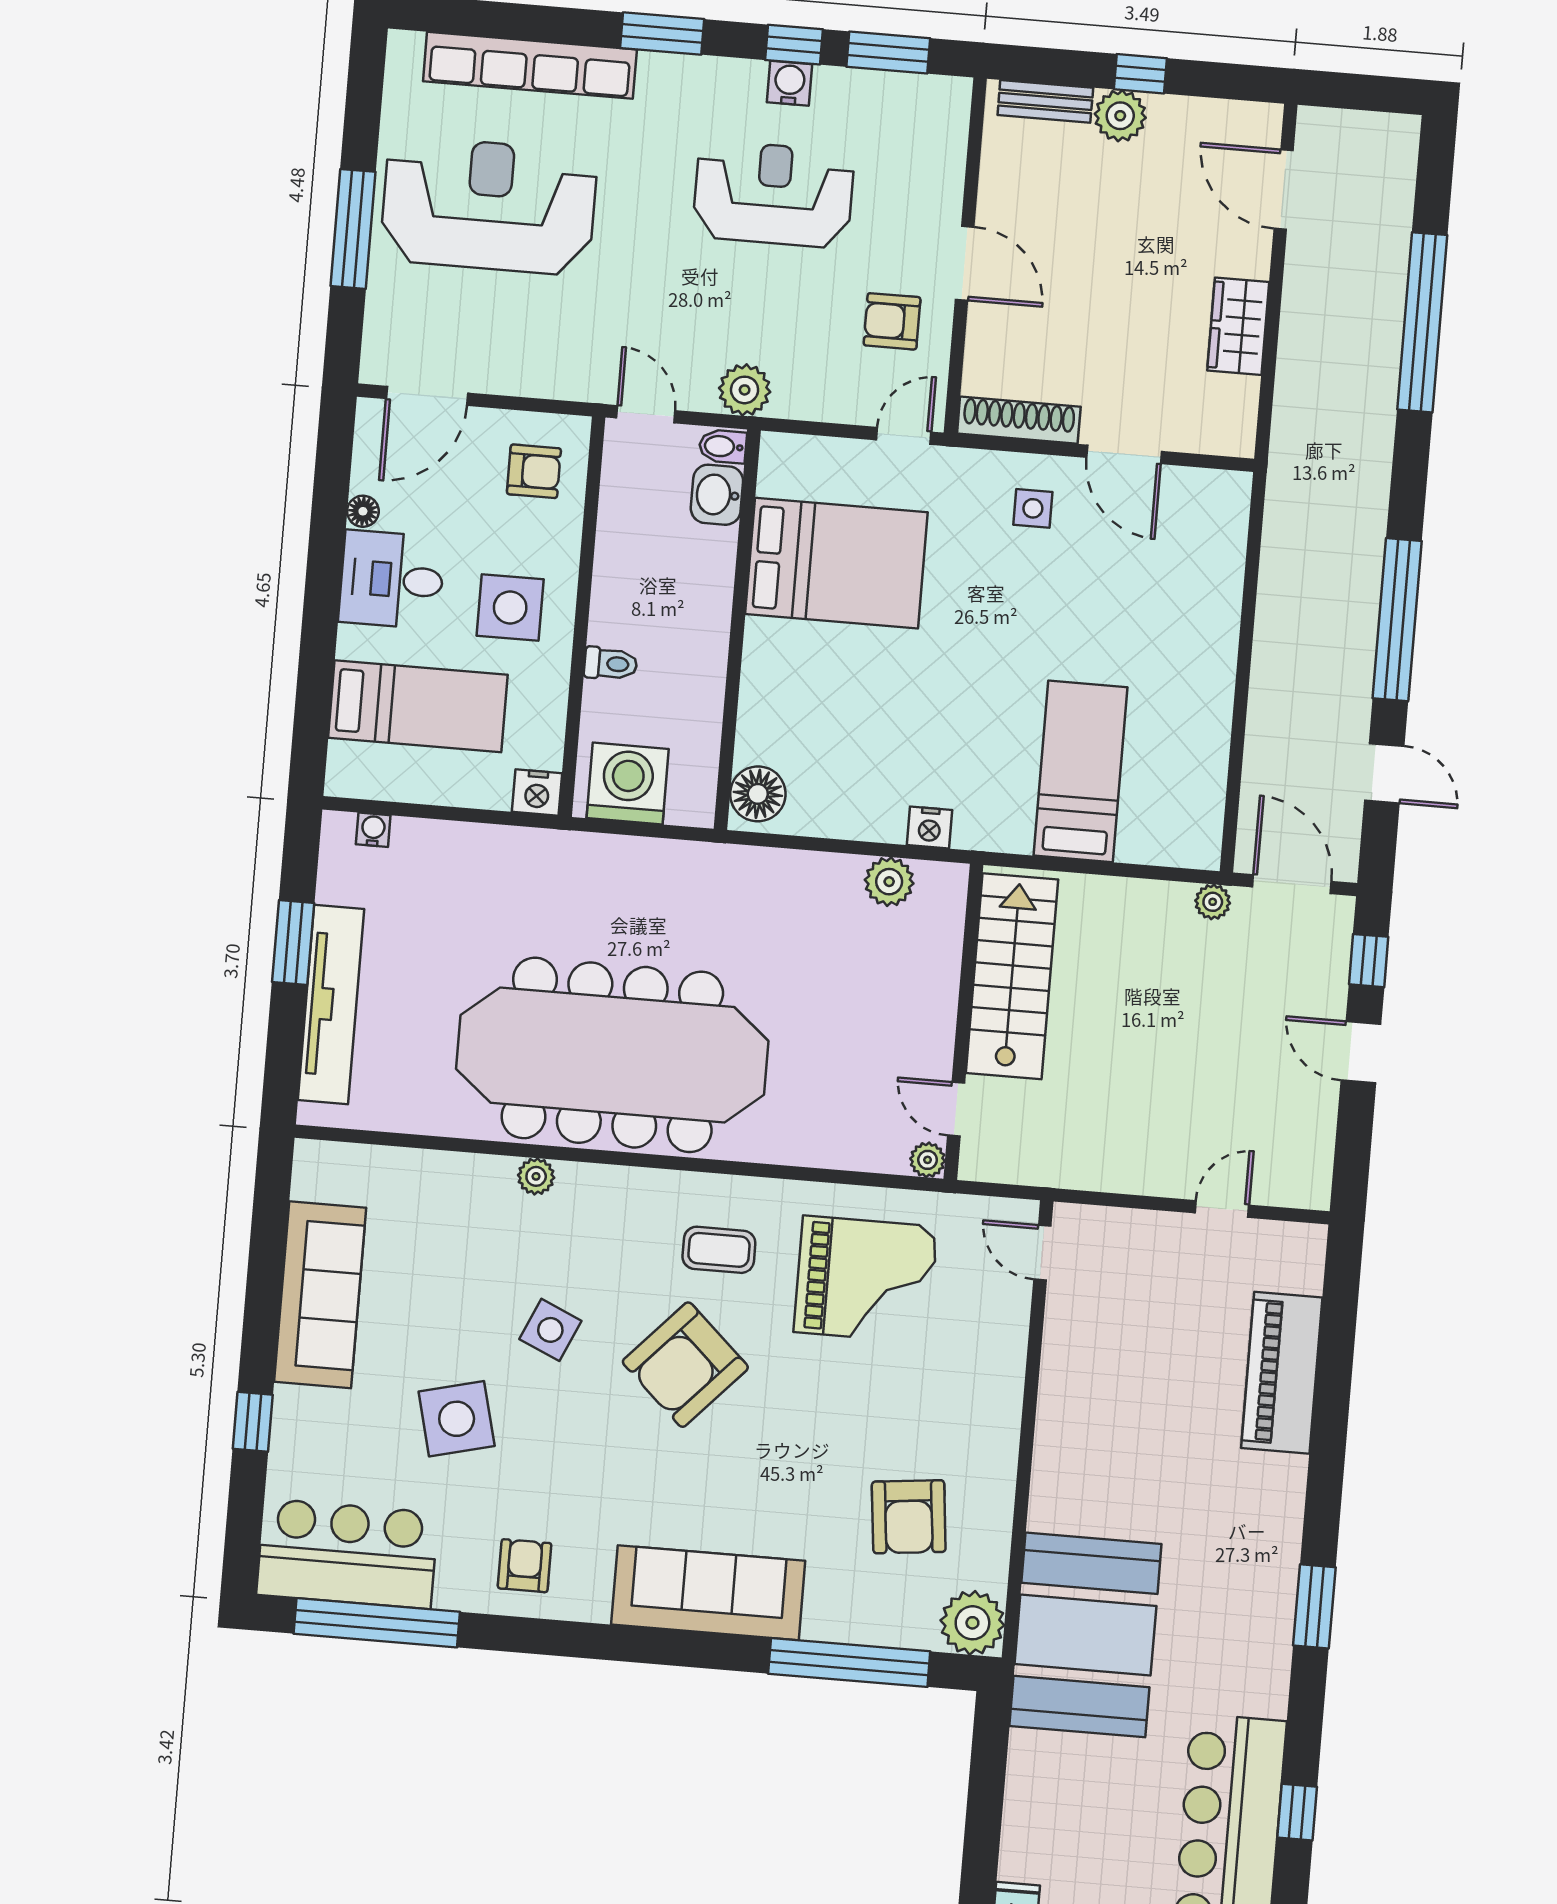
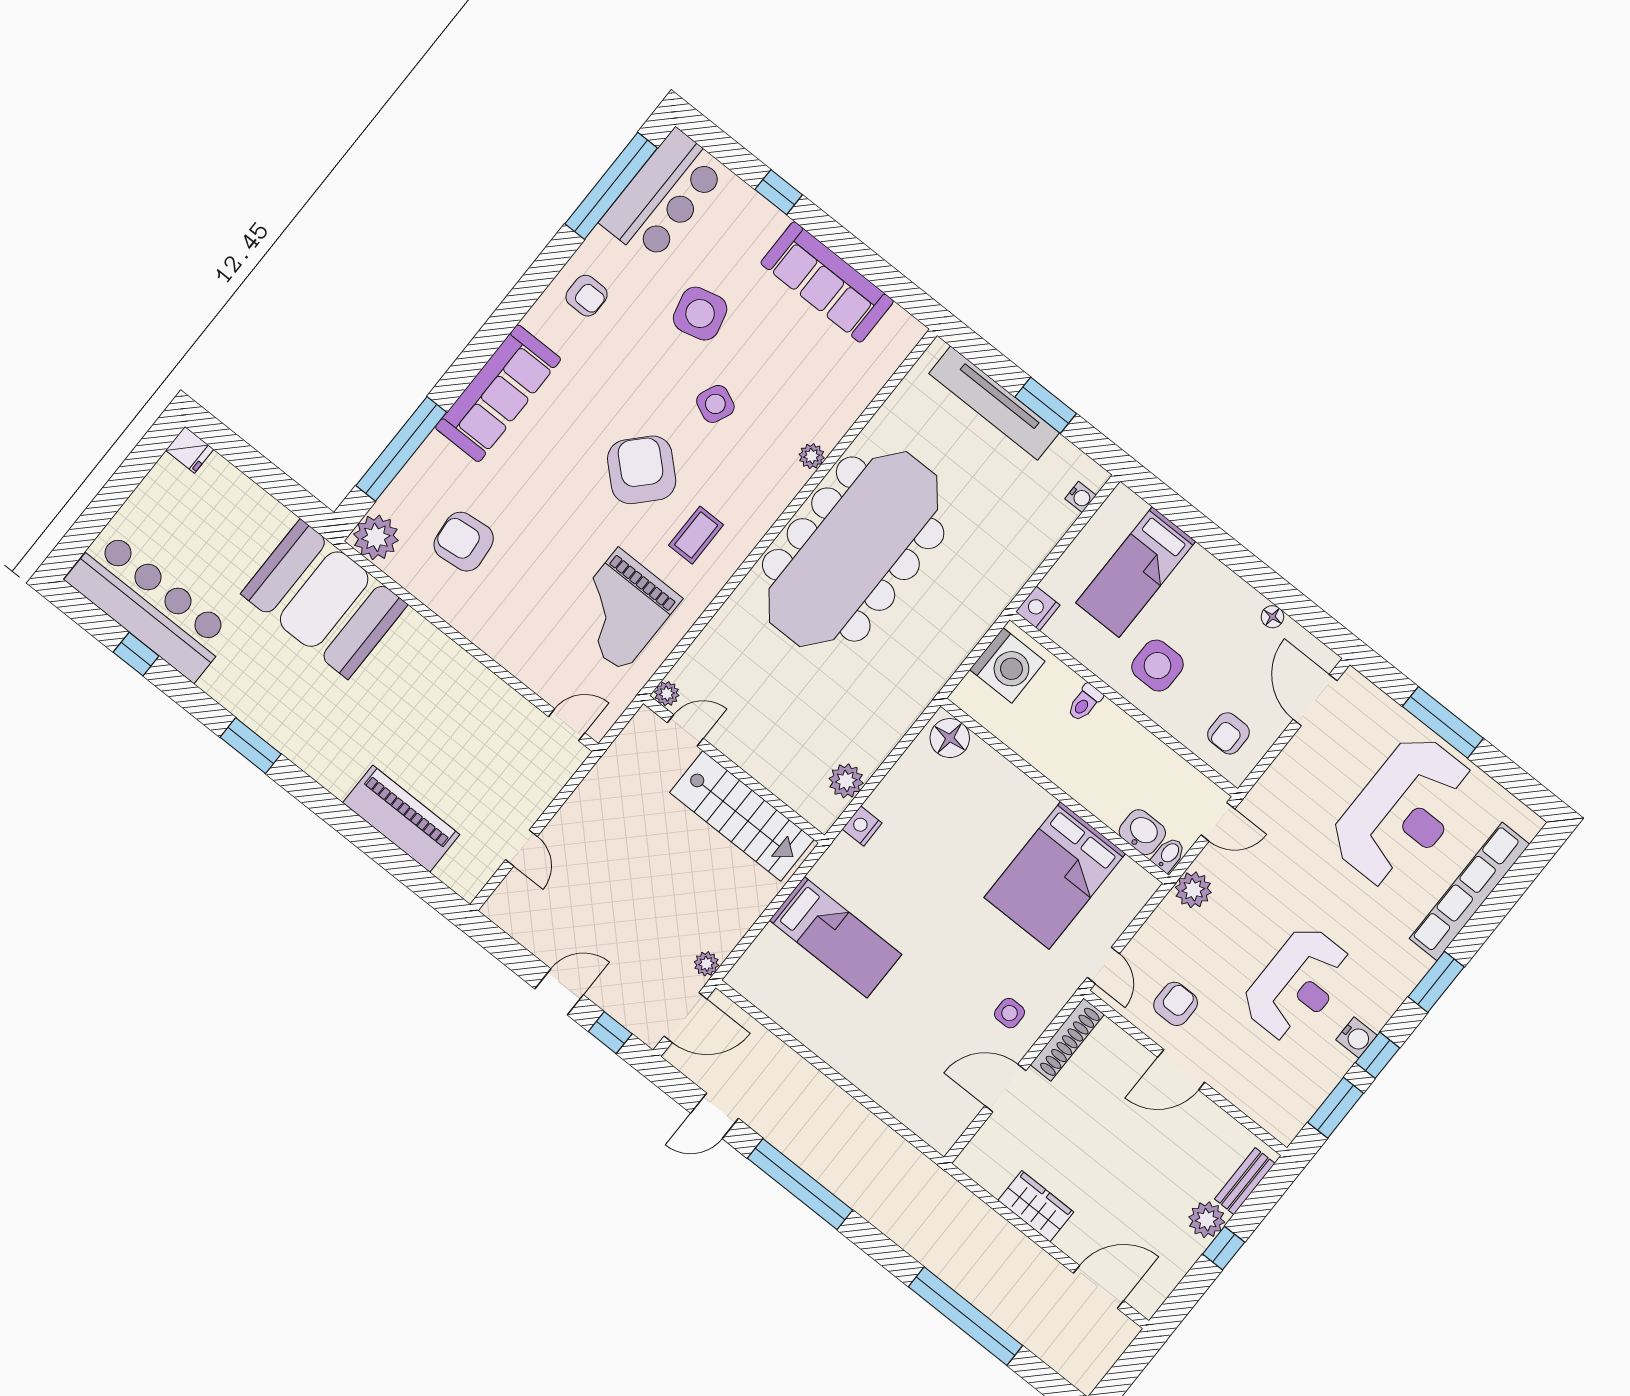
desk: (392, 580) -> (1221, 607), removed

